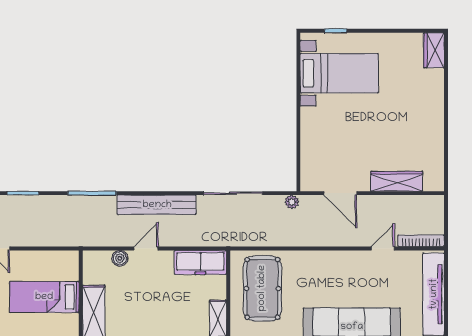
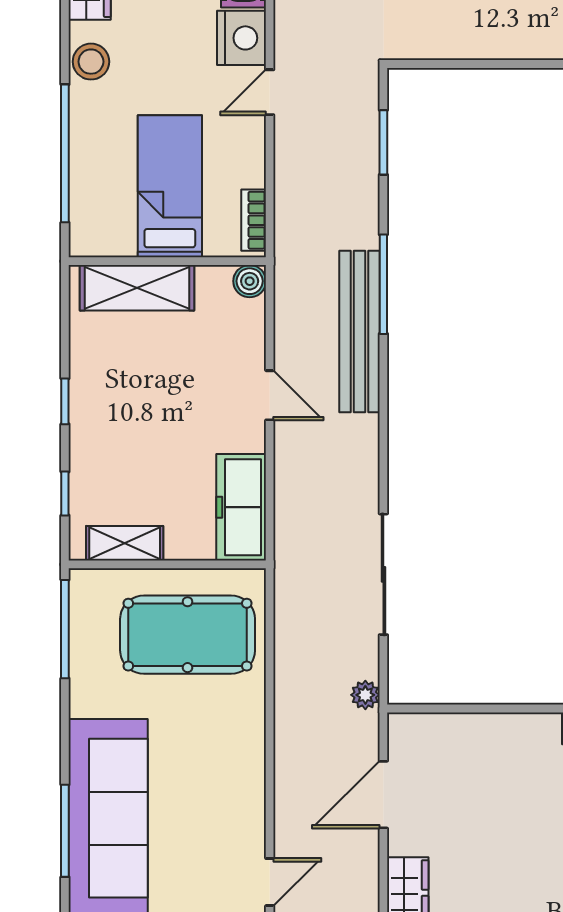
bench: (157, 205) -> (360, 332), moved
door: (383, 248) -> (270, 882), hinge flipped
bookcase: (61, 256) -> (254, 220), added
boiler: (120, 258) -> (250, 281), moved

